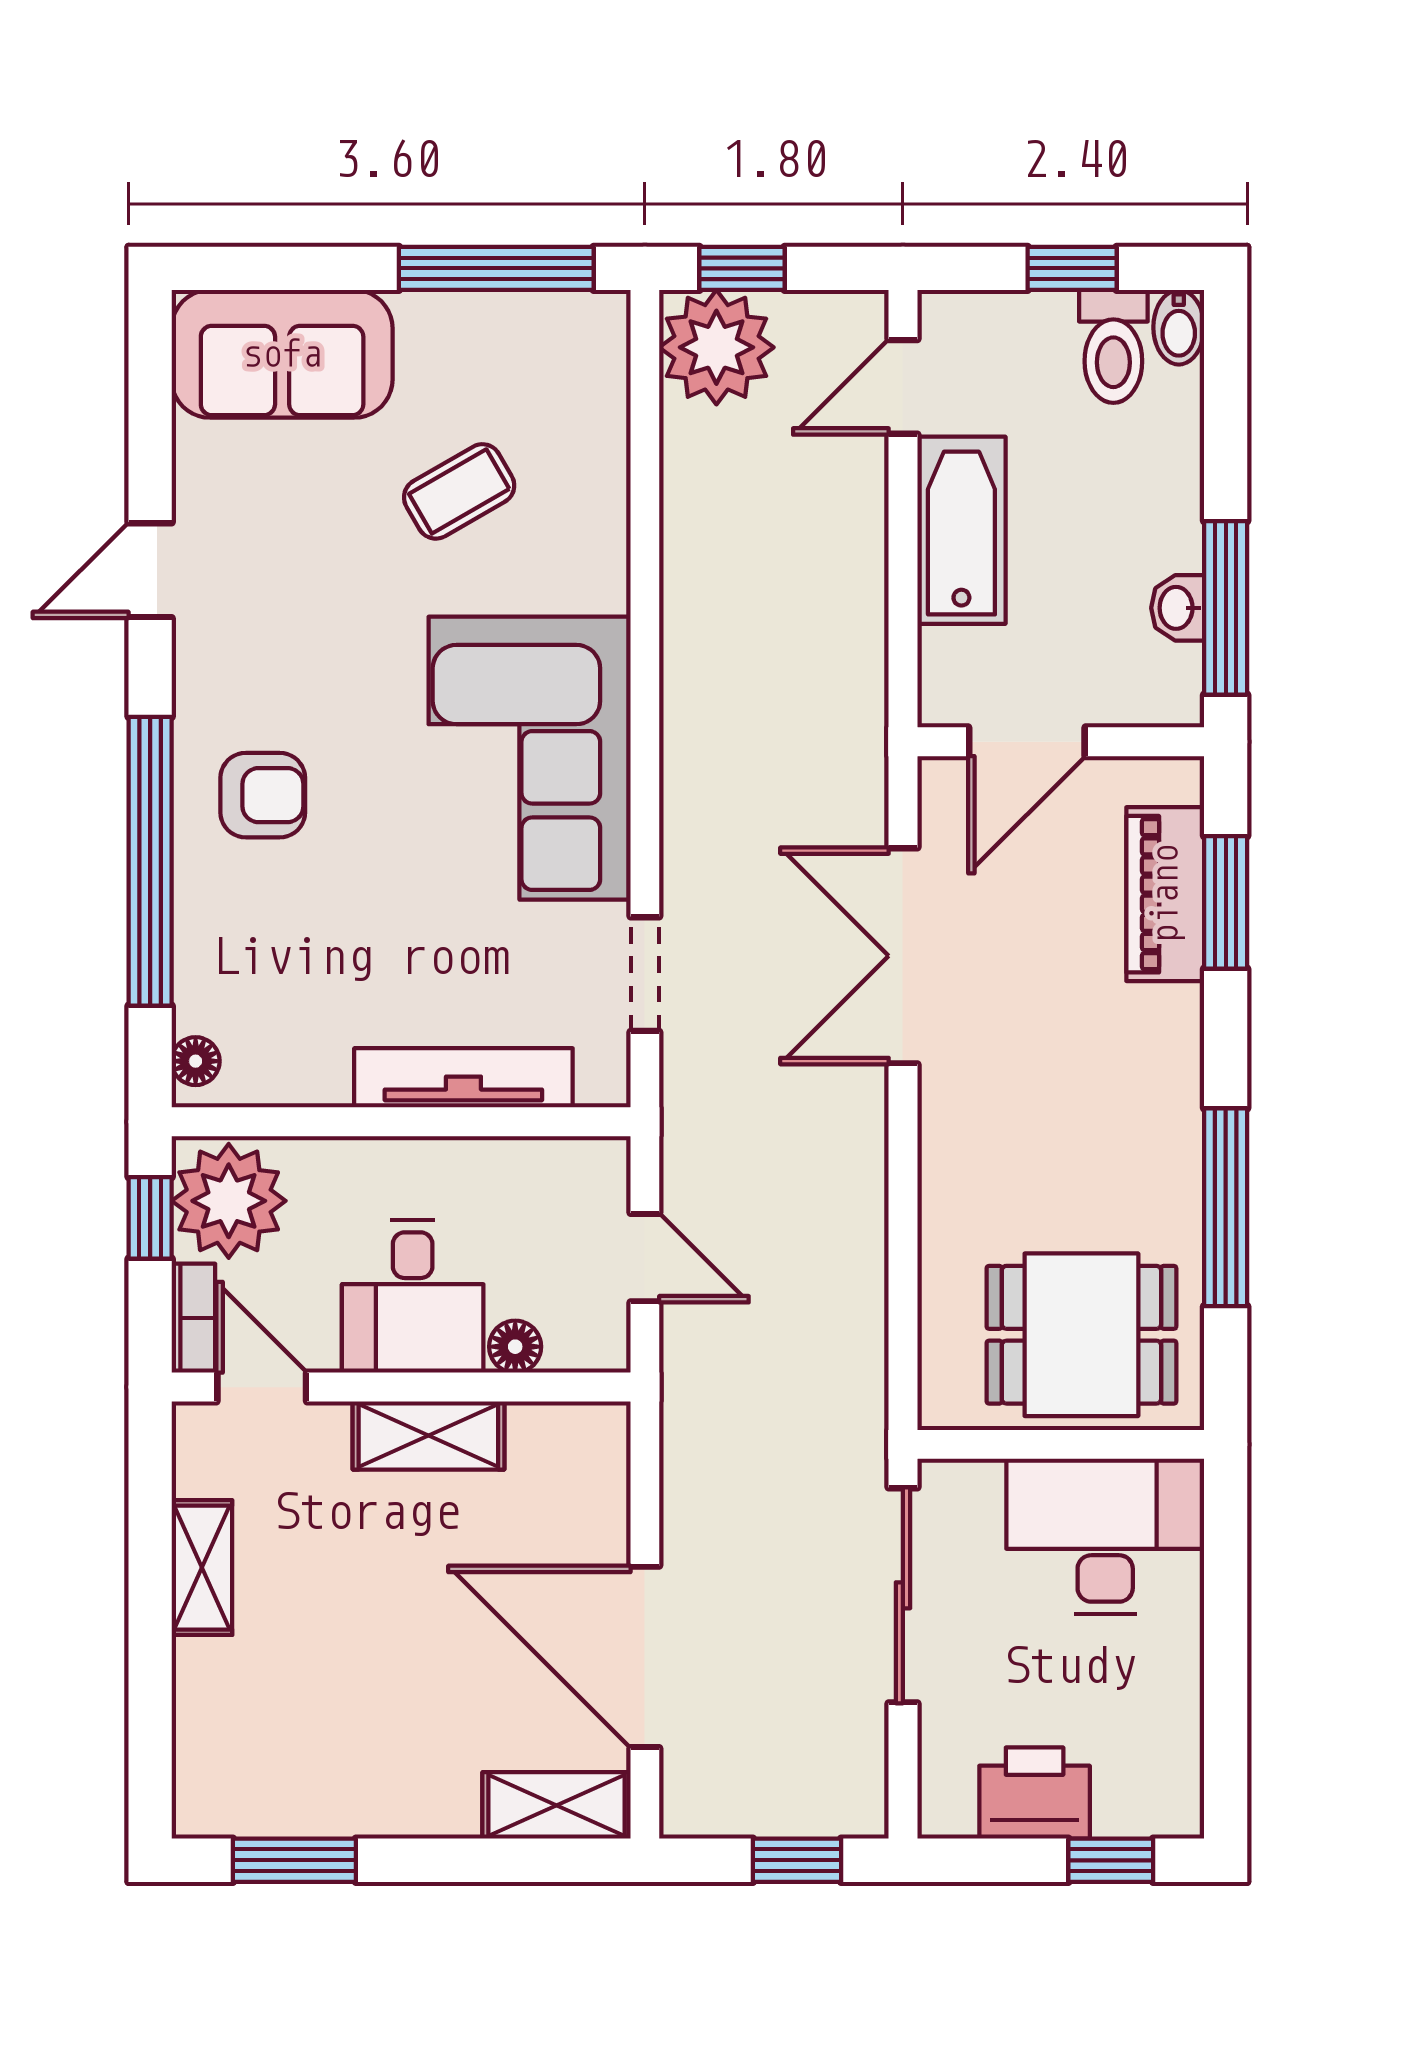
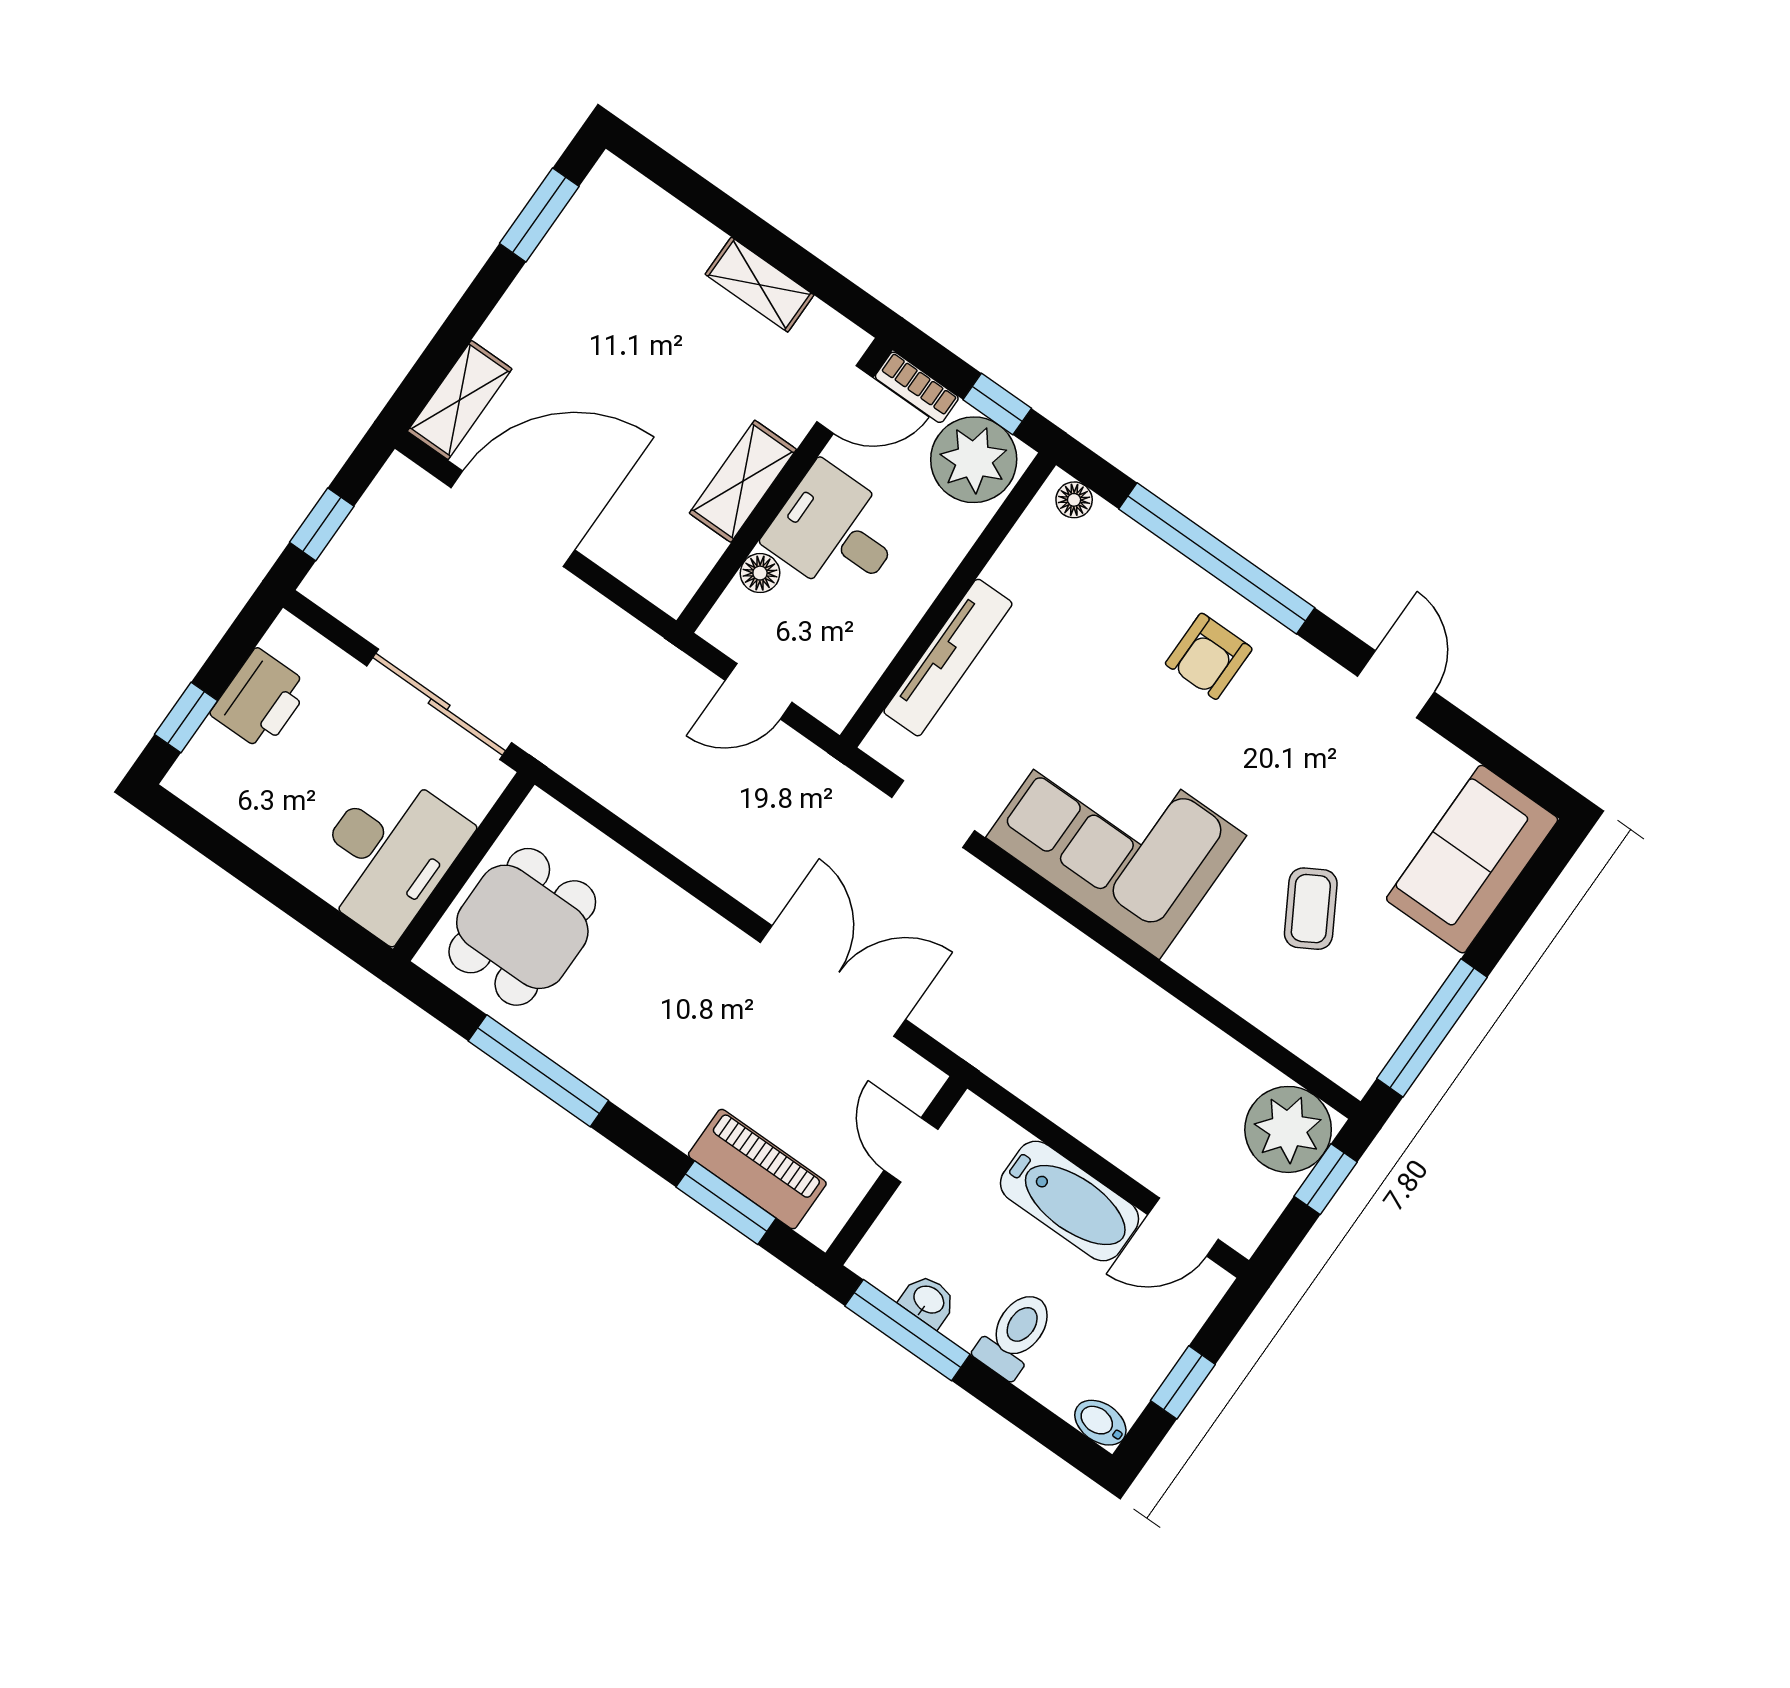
toilet: (1113, 346) -> (1015, 1334), moved, turned 90
door: (903, 387) -> (1183, 1227), swing flipped
door: (1027, 742) -> (911, 1150), width x0.73

